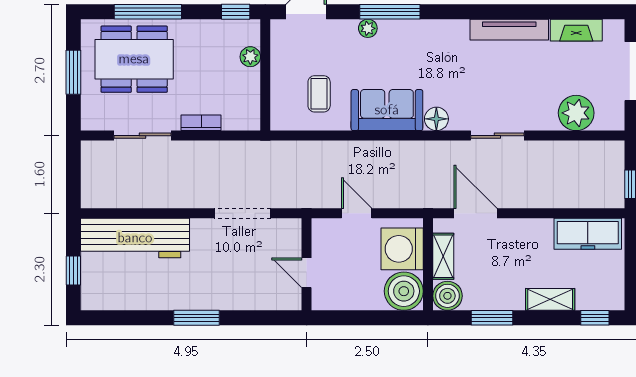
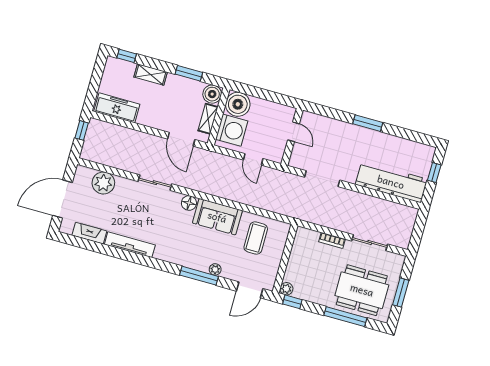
plant: (250, 57) -> (286, 289), moved
coffee table: (319, 94) -> (256, 238), width x1.36, depth x1.30

